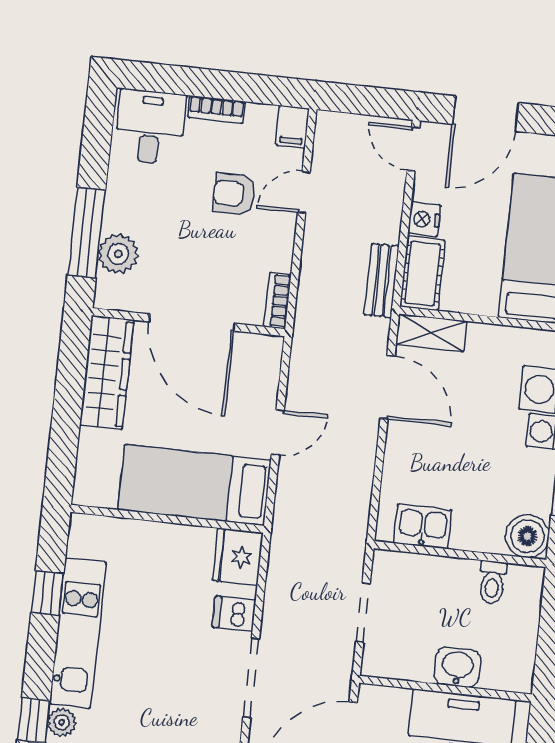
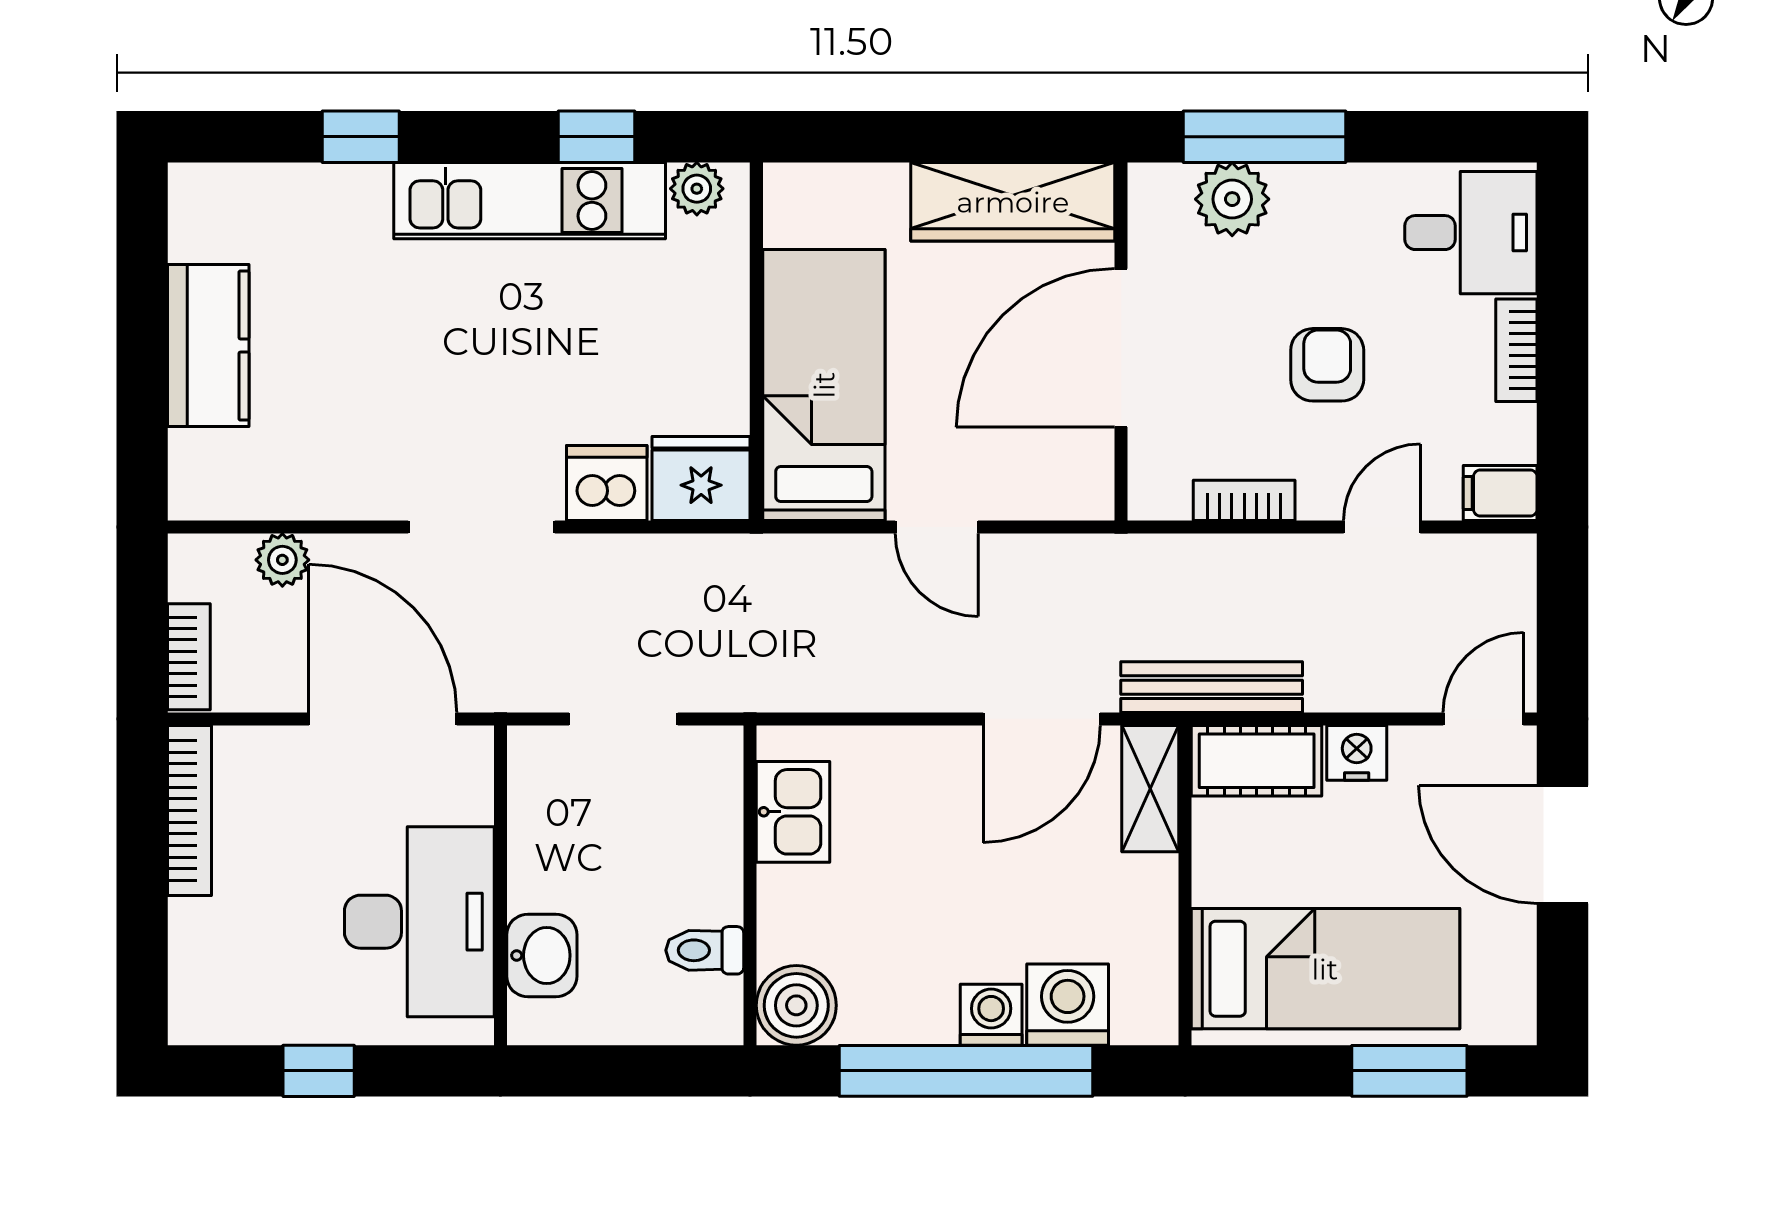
door: (304, 192) -> (1382, 527), hinge flipped
armchair: (234, 194) -> (1327, 365), moved
bench: (382, 281) -> (1212, 687), width x1.36
bookcase: (278, 301) -> (1244, 500), moved
dishwasher: (234, 614) -> (607, 483), width x1.38
washbasin: (457, 667) -> (542, 955), moved
plant: (62, 722) -> (697, 189), moved

